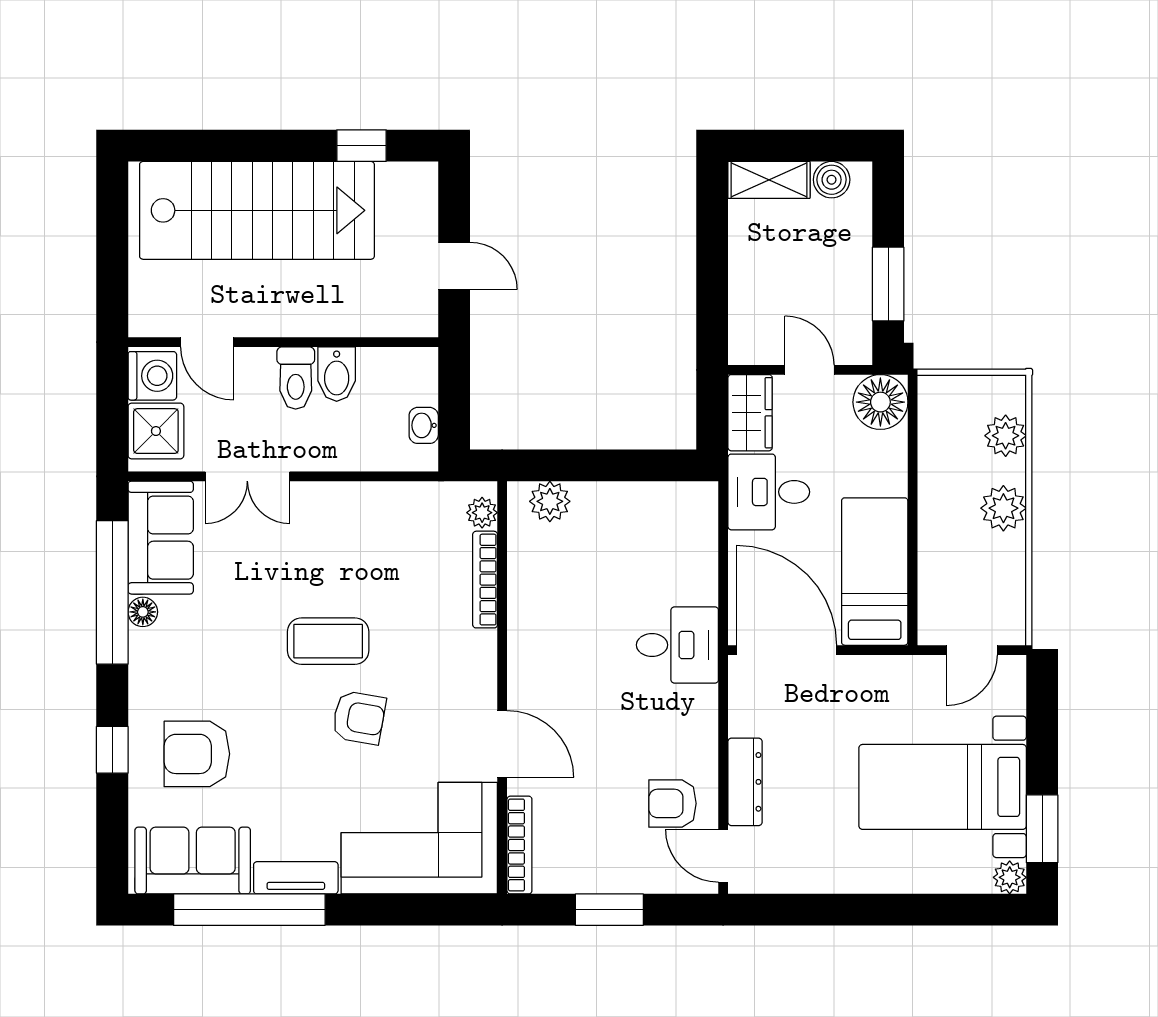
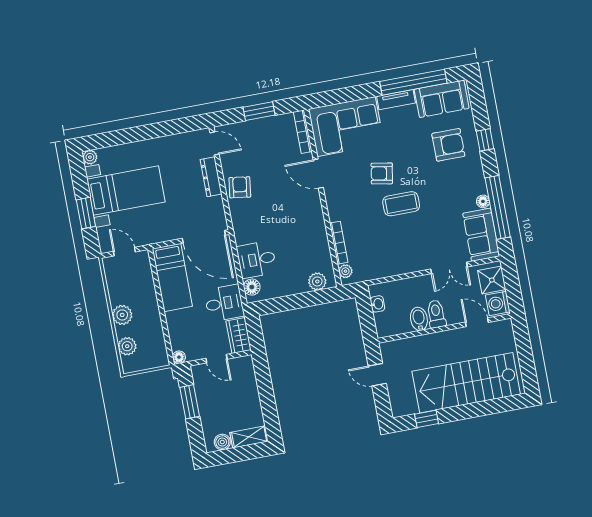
floor lamp: (880, 402) -> (179, 357), width x0.53, depth x0.53
double door: (247, 476) -> (449, 268), swing flipped
floor lamp: (700, 516) -> (252, 287), added
desk: (677, 645) -> (257, 260), moved
door: (972, 650) -> (124, 252), hinge flipped
armchair: (673, 803) -> (240, 187), moved, turned -82
window: (1042, 829) -> (86, 213), moved

